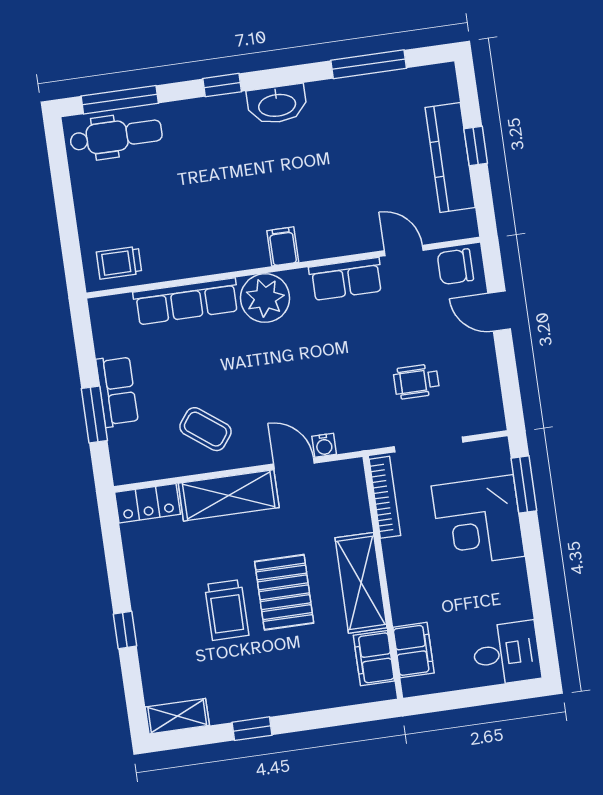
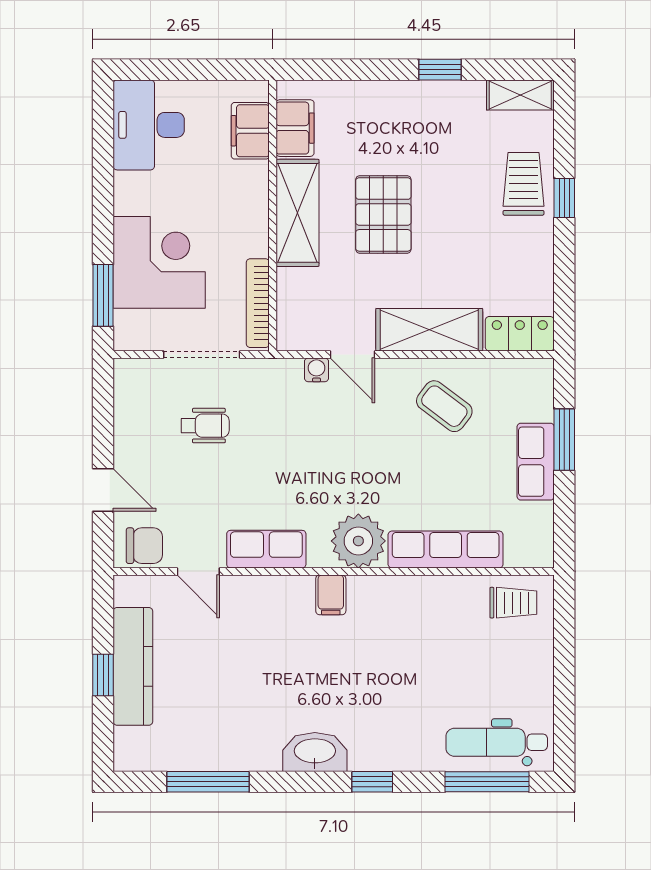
trolley: (227, 610) -> (524, 184), moved
desk: (506, 653) -> (149, 125), width x1.37

